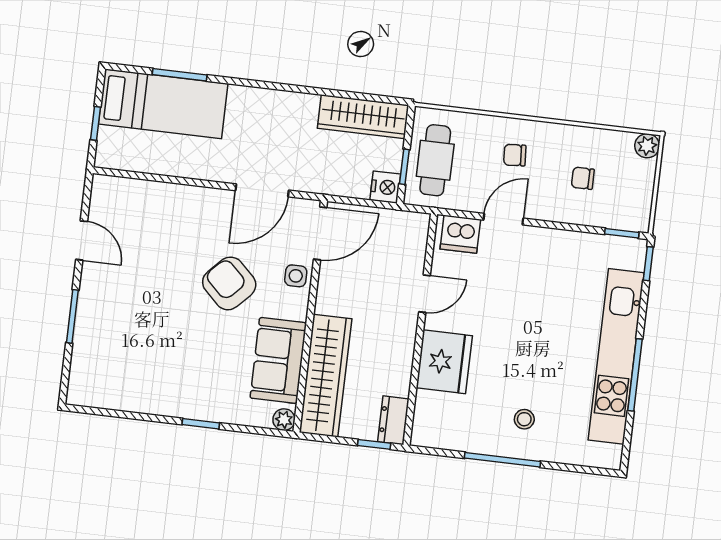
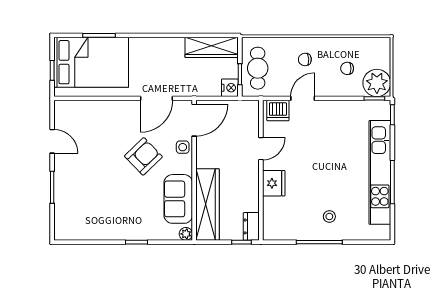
bed: (163, 104) -> (91, 62), width x1.50
plant: (647, 146) -> (377, 83), moved, width x1.88, depth x1.88
armchair: (229, 283) -> (143, 156), turned 92
fridge: (444, 362) -> (274, 183), width x0.73, depth x0.75

